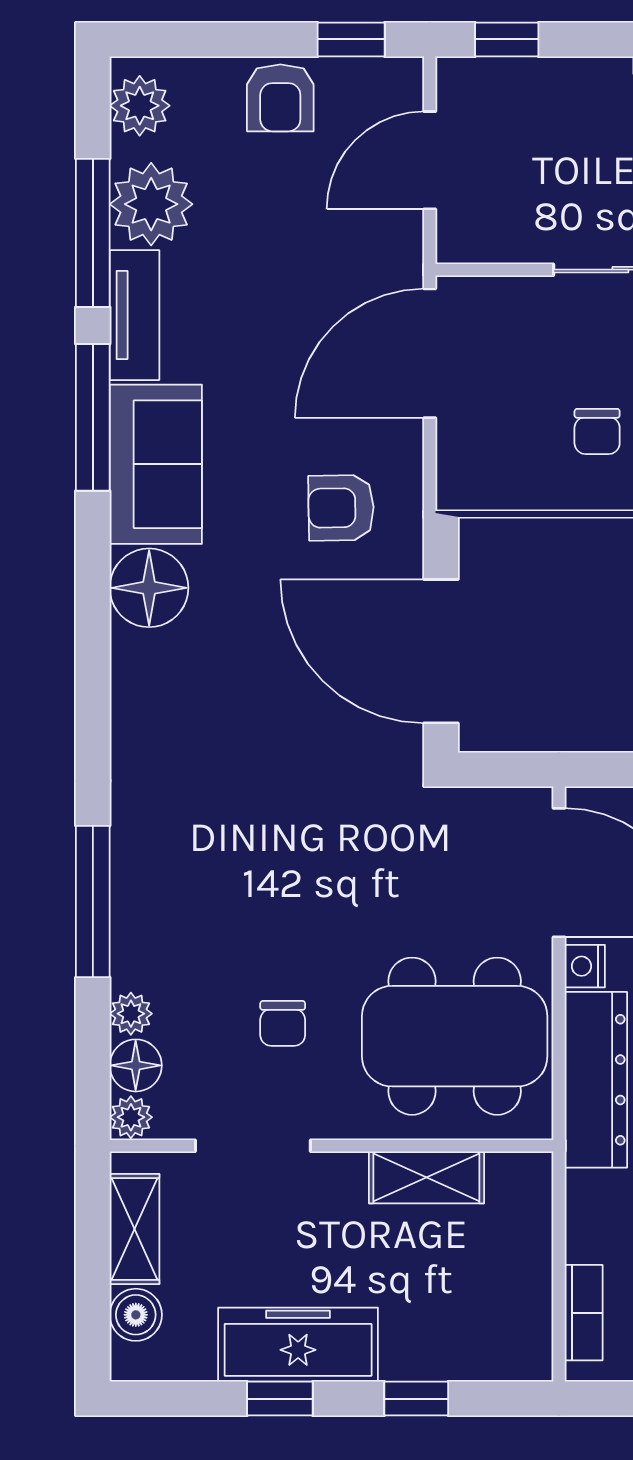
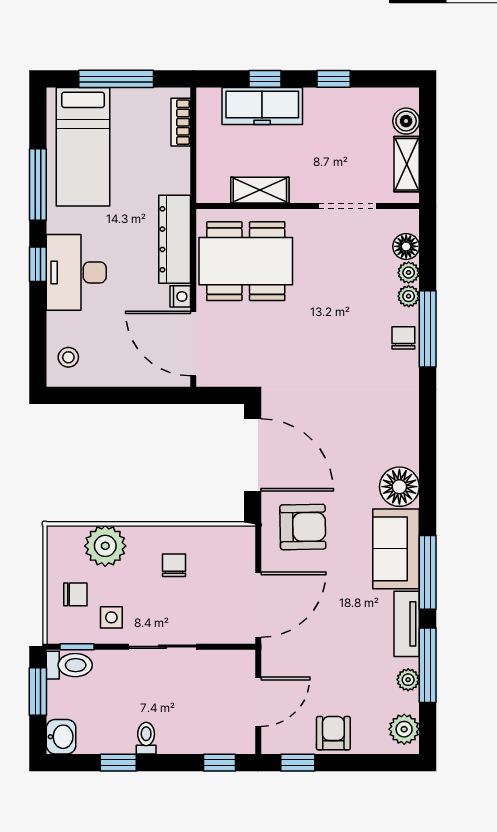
plant: (151, 204) -> (408, 680), width x0.53, depth x0.53
armchair: (341, 508) -> (303, 527), width x1.38, depth x1.38
chair: (283, 1023) -> (403, 338), moved
plant: (131, 1117) -> (409, 296), moved
freezer: (298, 1345) -> (262, 106), moved

